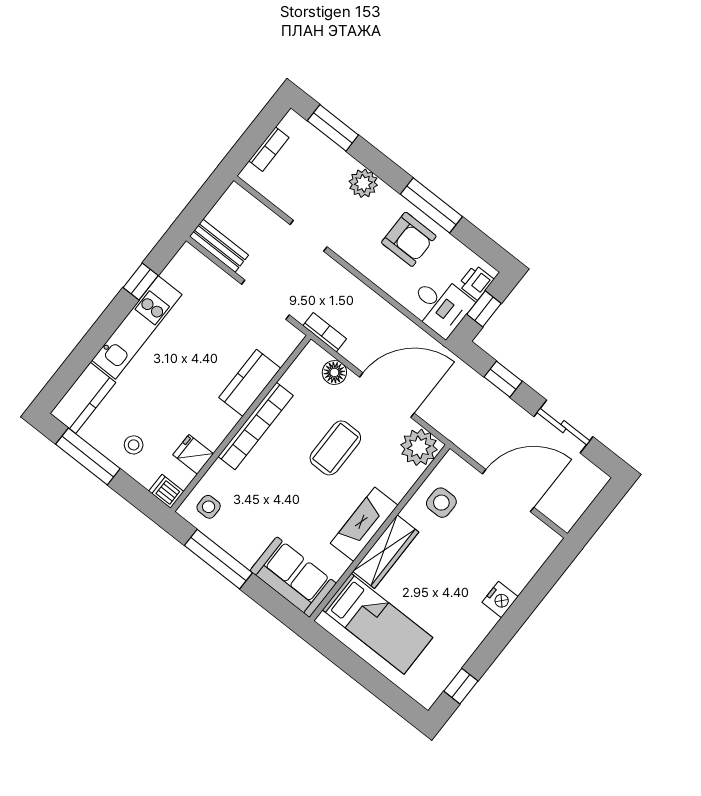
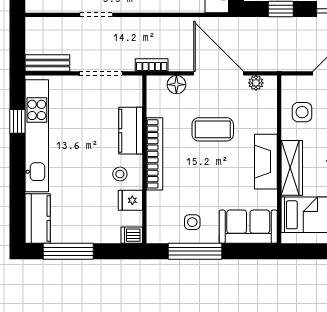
kitchen unit: (137, 327) -> (37, 136), width x1.36
door: (387, 395) -> (219, 73), hinge flipped
stool: (134, 445) -> (120, 174), moved
plant: (419, 447) -> (256, 83), width x0.53, depth x0.53
coffee table: (335, 448) -> (213, 129), turned 90
side table: (209, 507) -> (192, 222), moved

